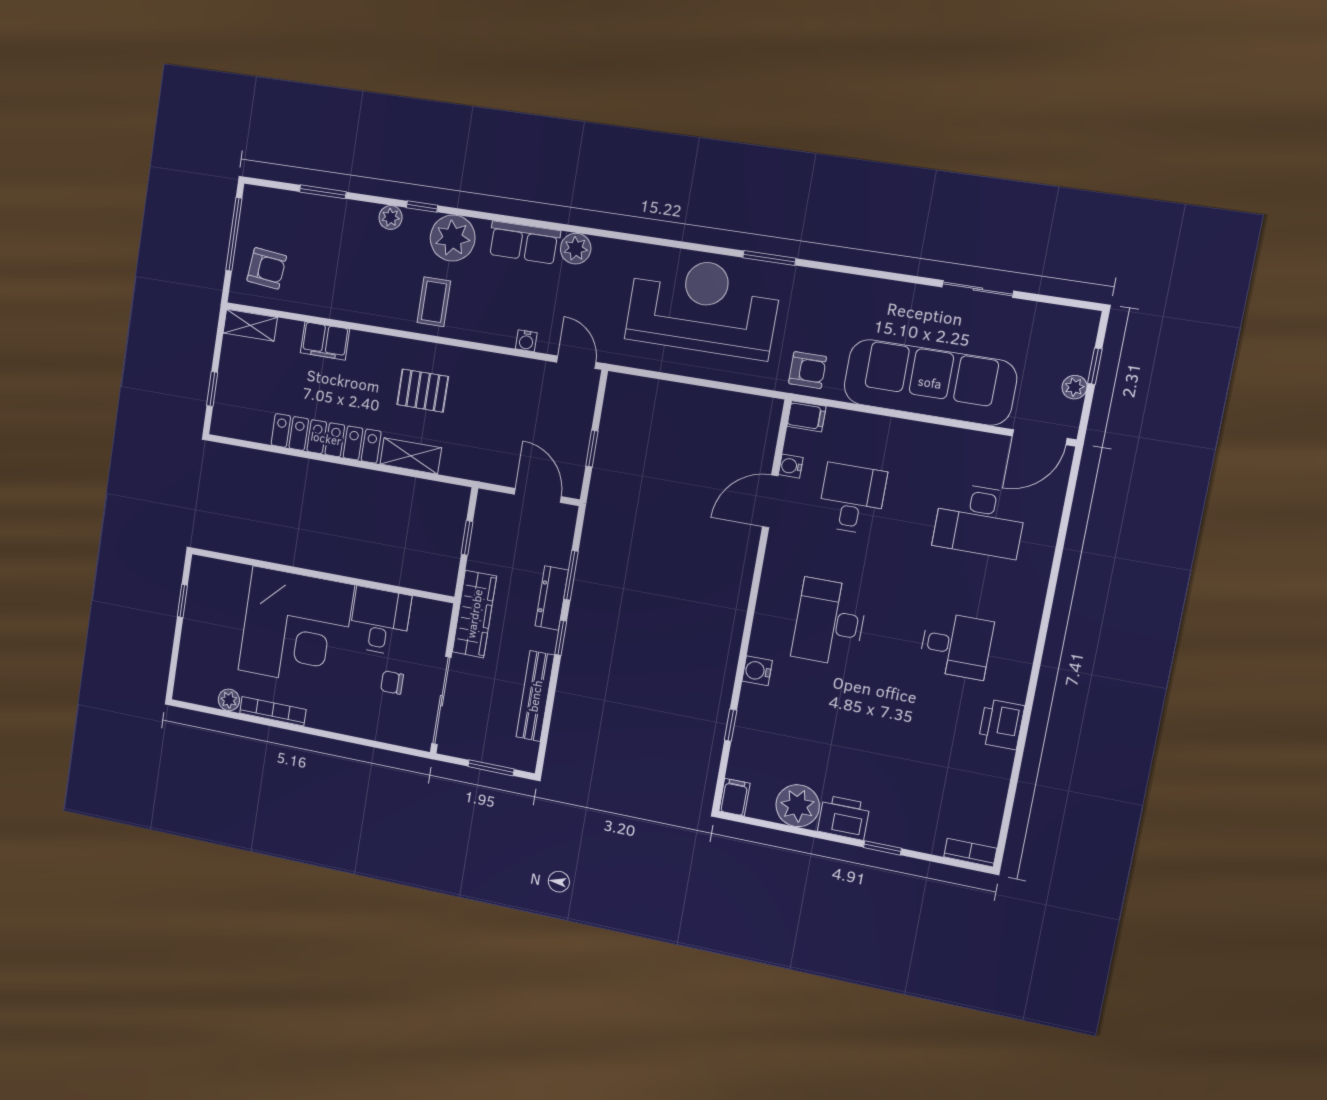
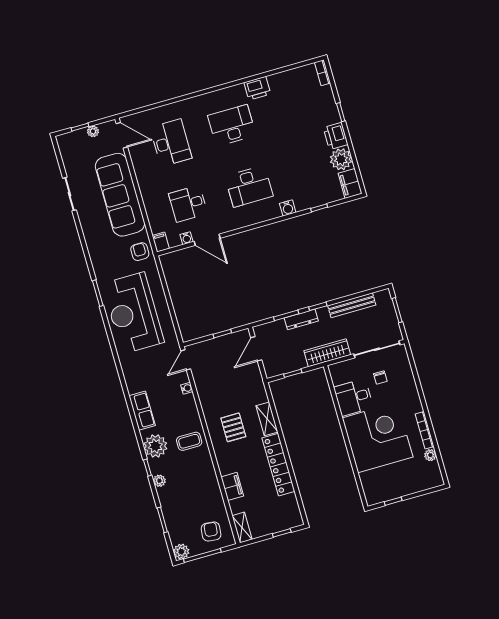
plant: (576, 249) -> (181, 552), moved
desk: (956, 645) -> (232, 125), width x1.37
filing cabinet: (734, 797) -> (350, 183), width x2.00

